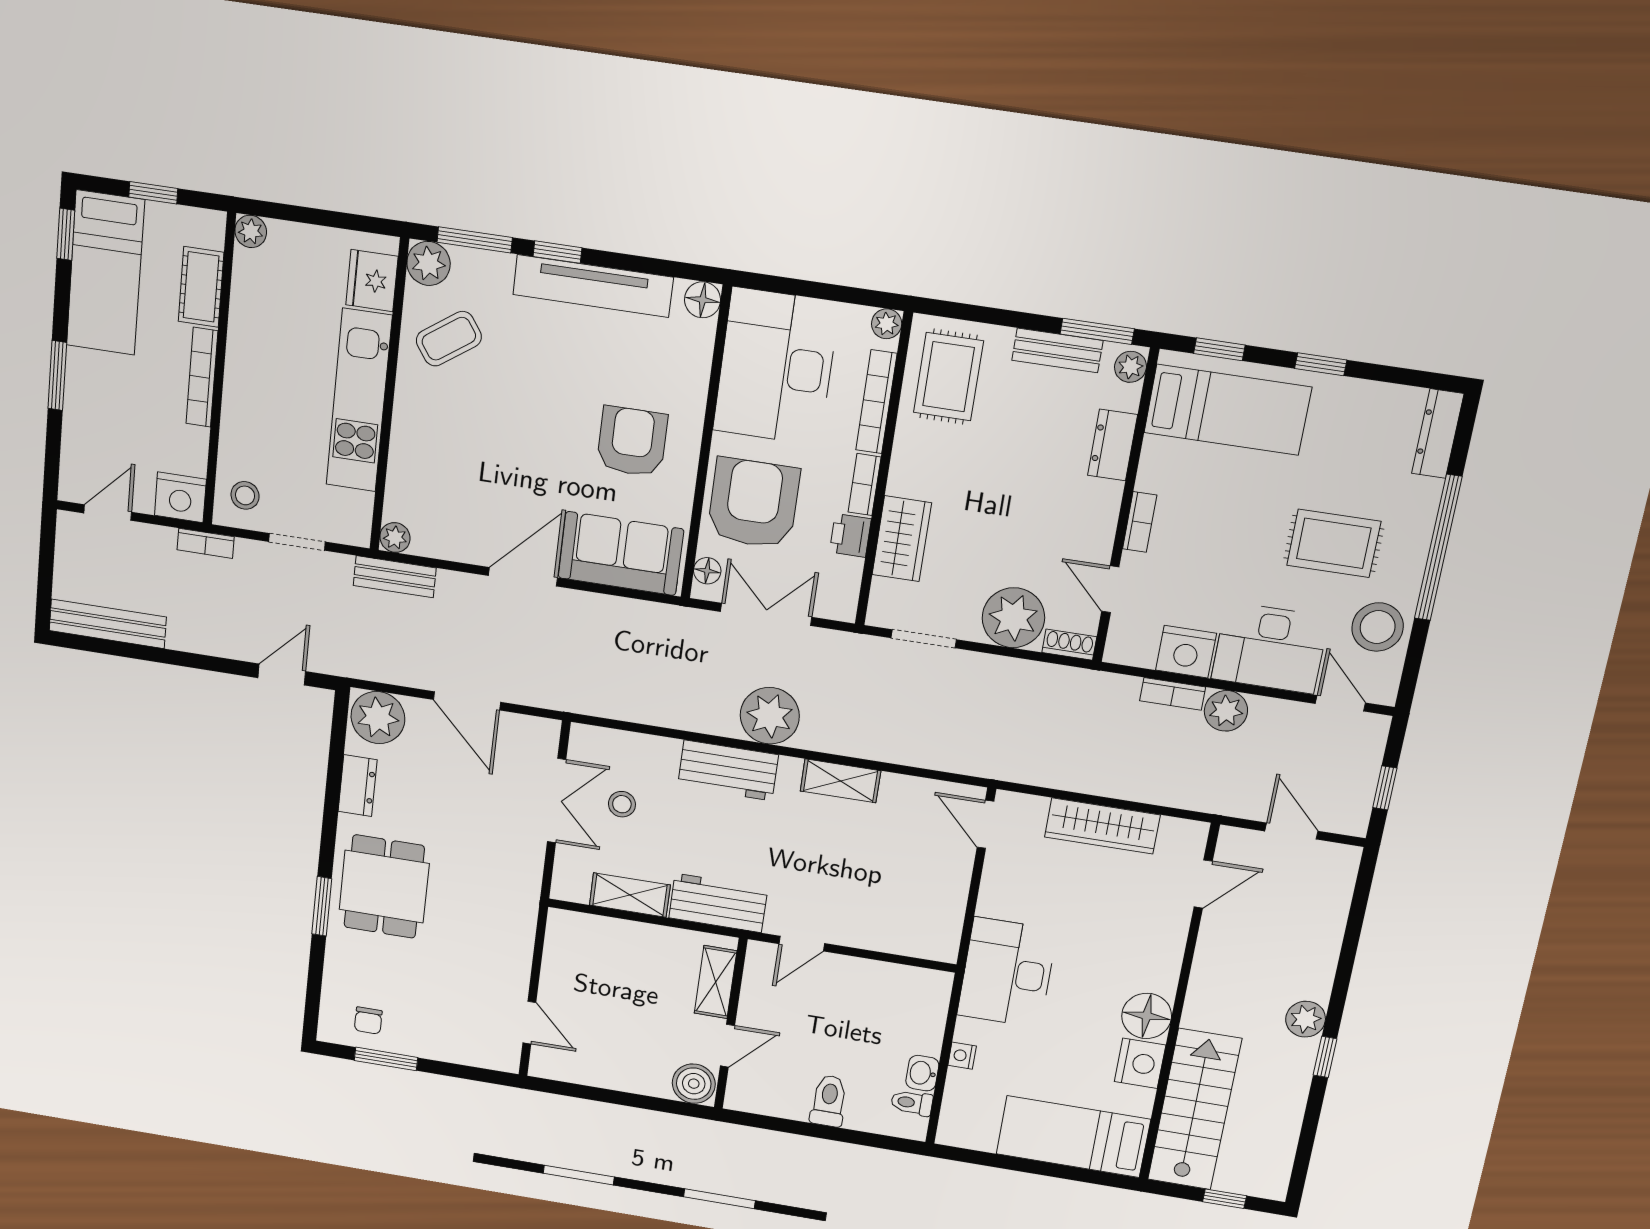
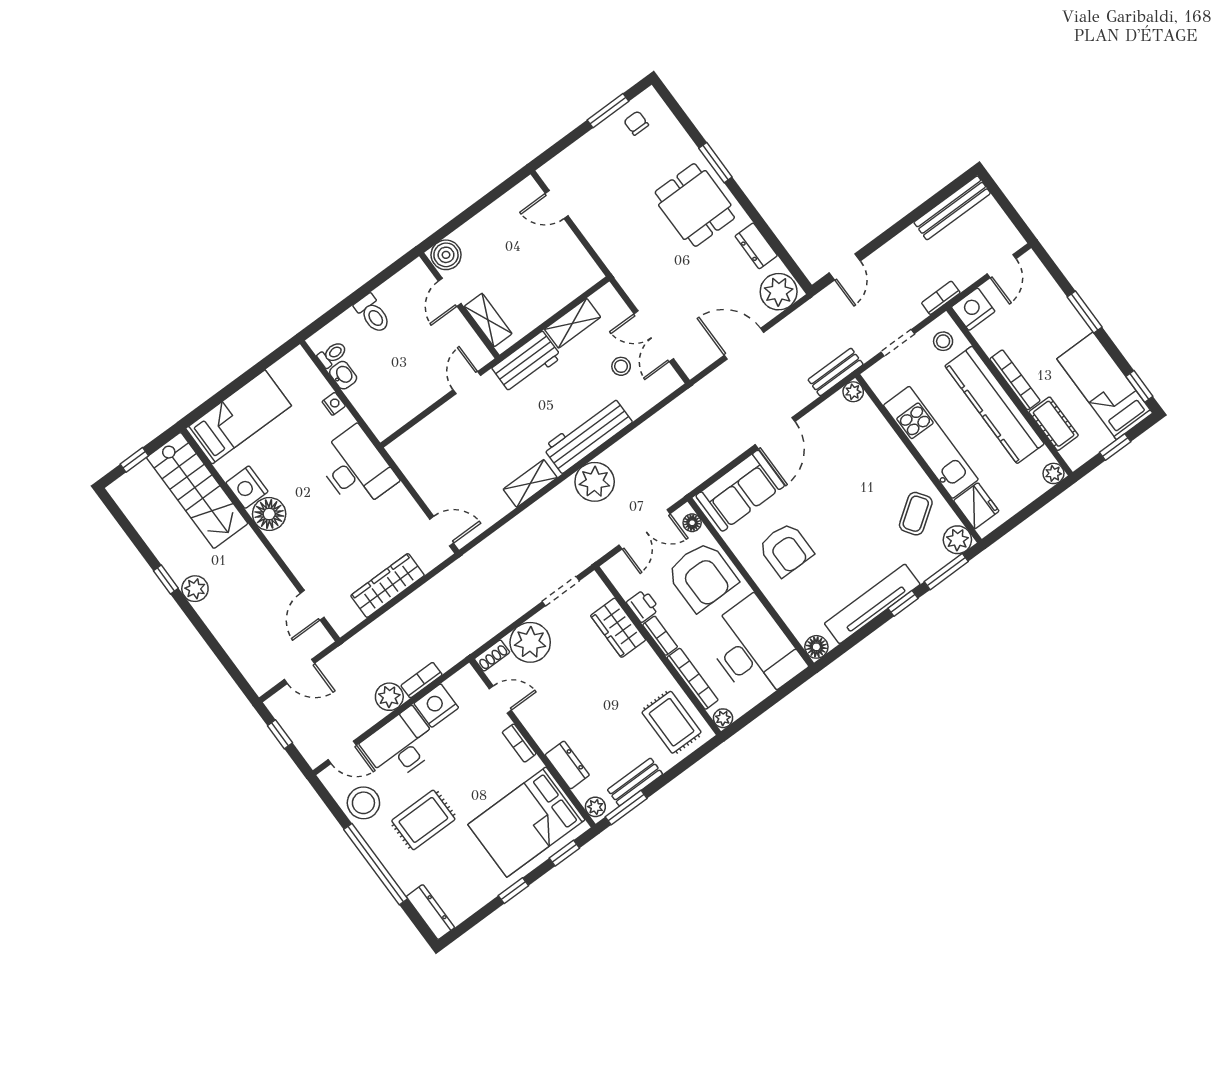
kitchen counter: (250, 372) -> (995, 405), added
bed: (1228, 410) -> (526, 822), width x1.50
workbench: (728, 770) -> (588, 435), width x1.37

